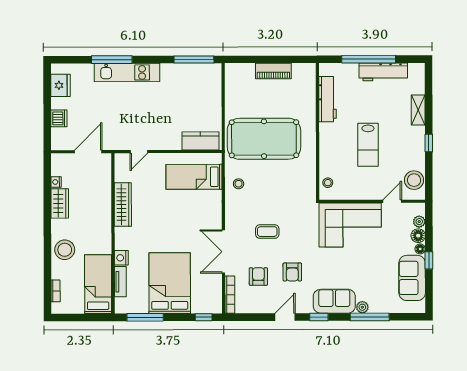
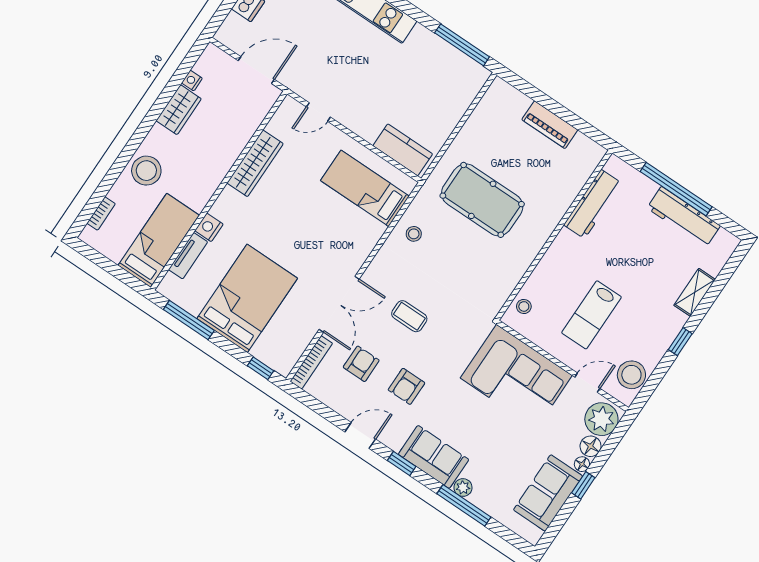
pool table: (264, 139) -> (482, 200), width x0.73, depth x0.76
lab bench: (368, 145) -> (592, 315), moved
plant: (419, 222) -> (601, 419), width x1.88, depth x1.88
double door: (223, 252) -> (339, 304), swing flipped

